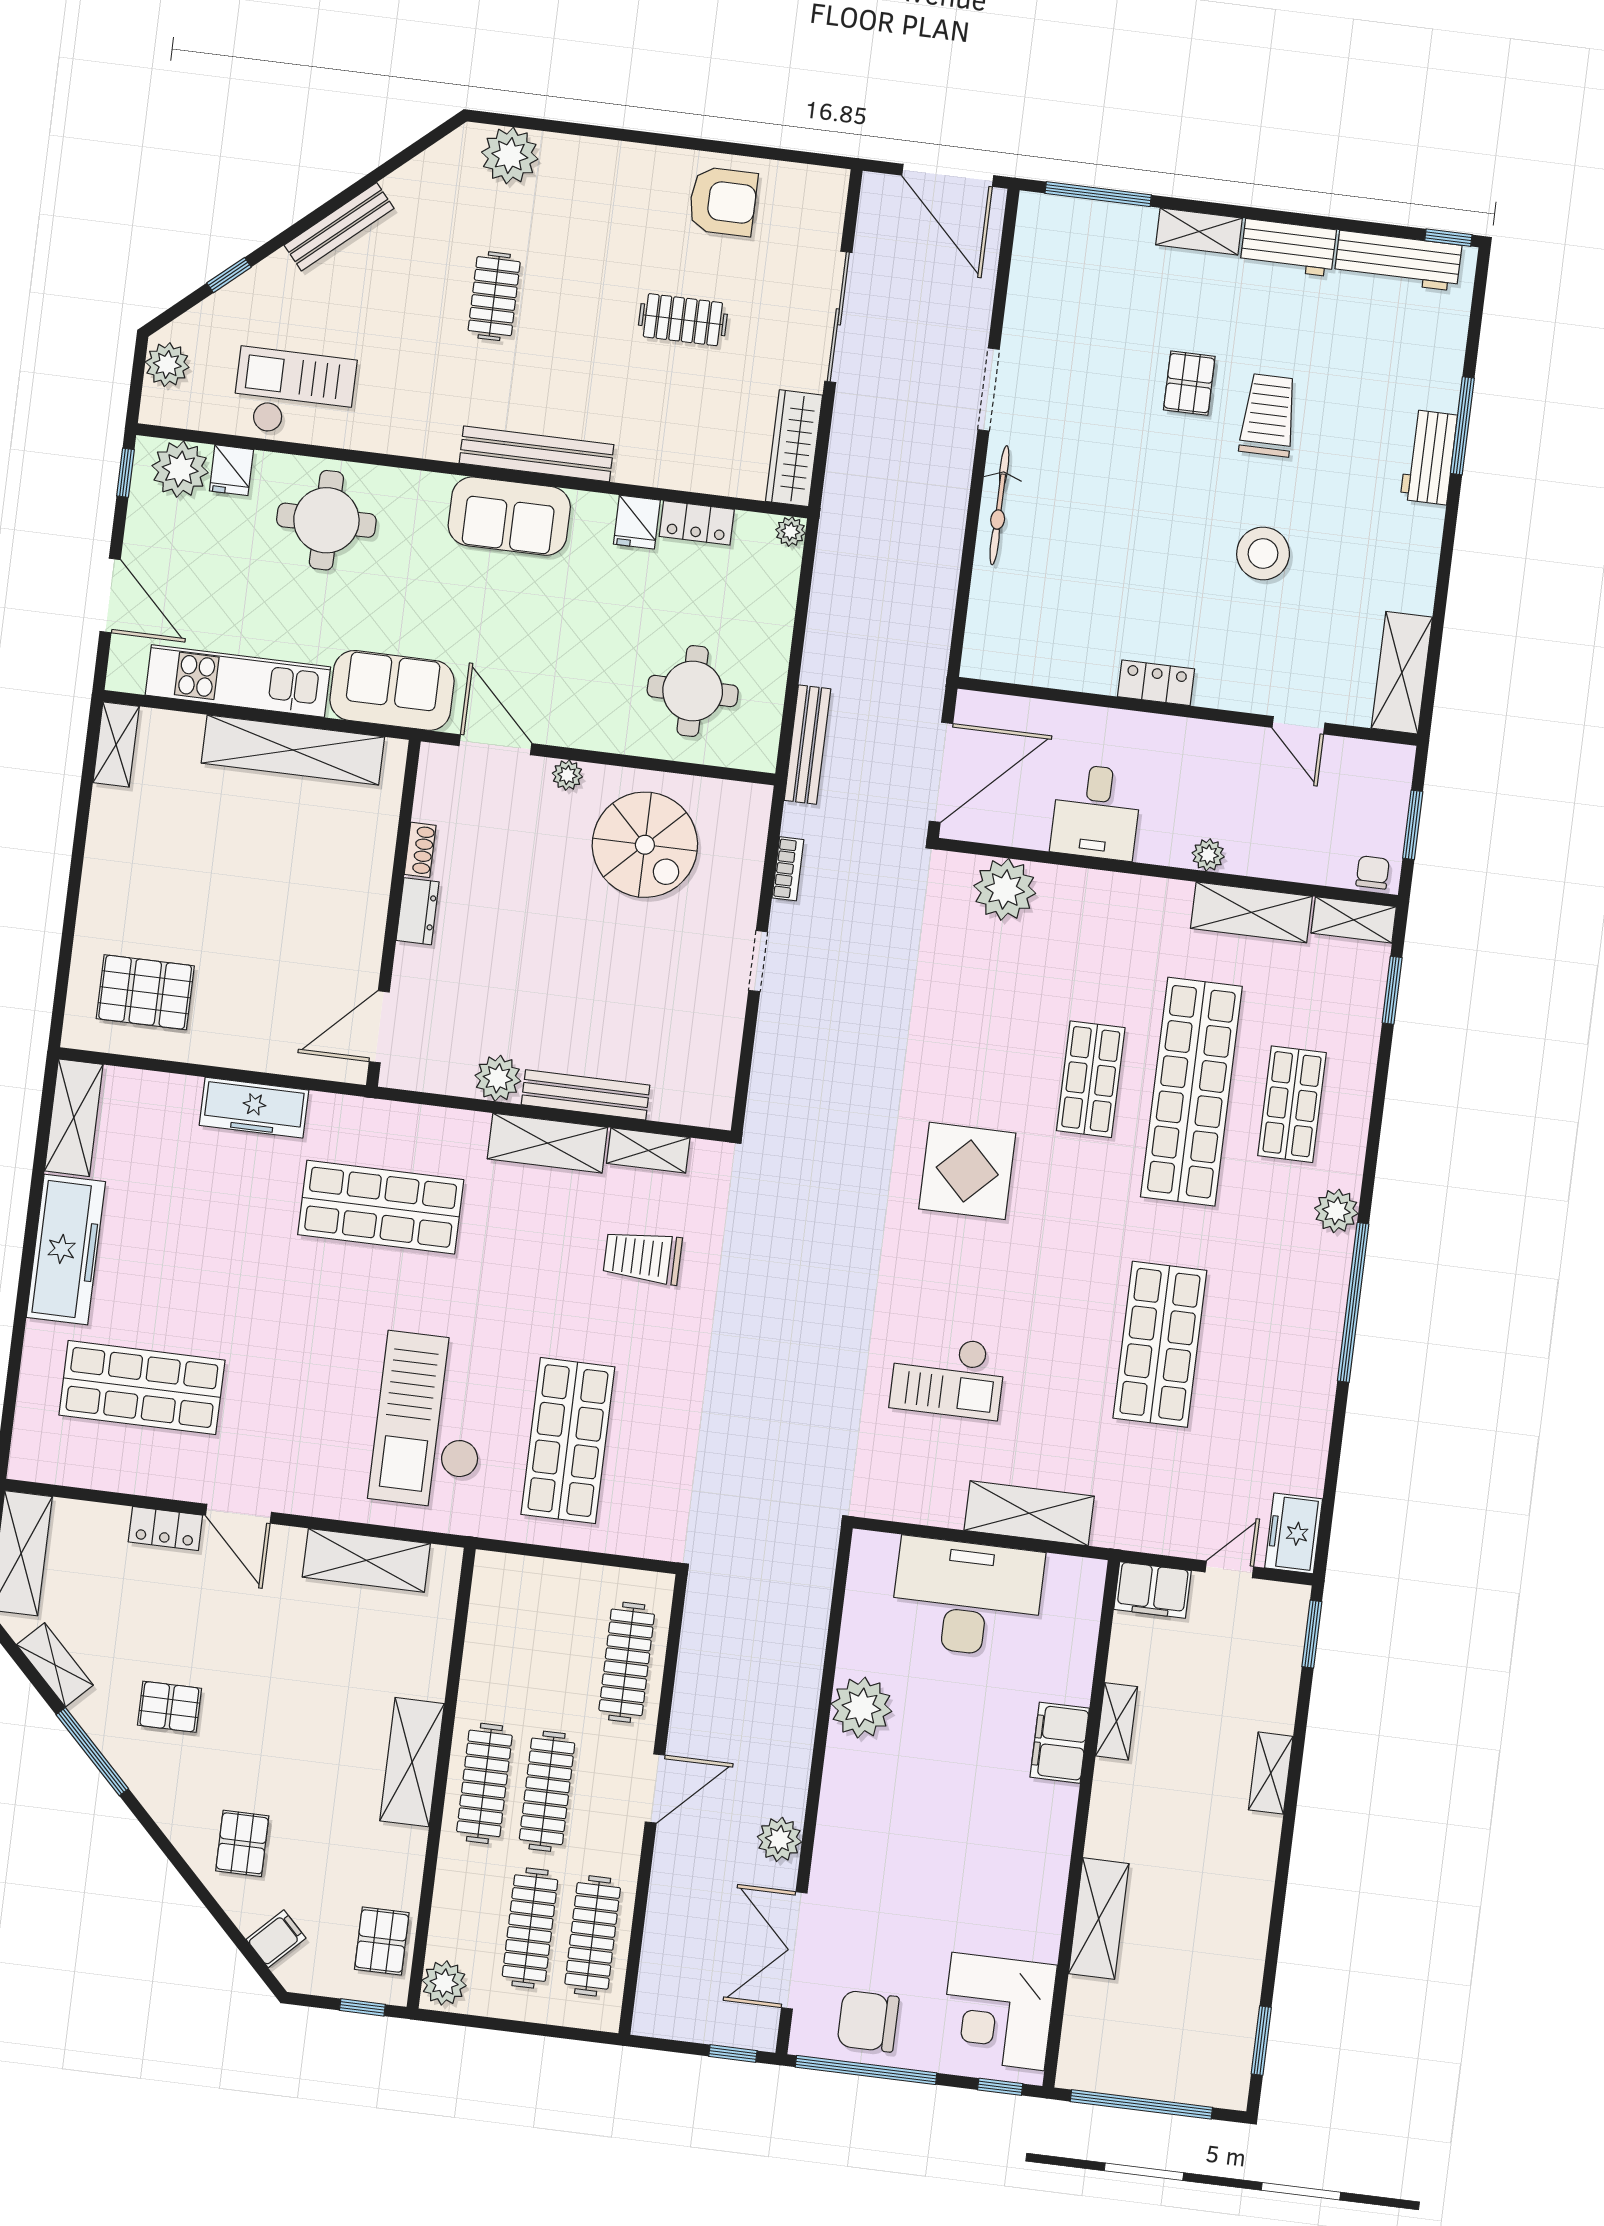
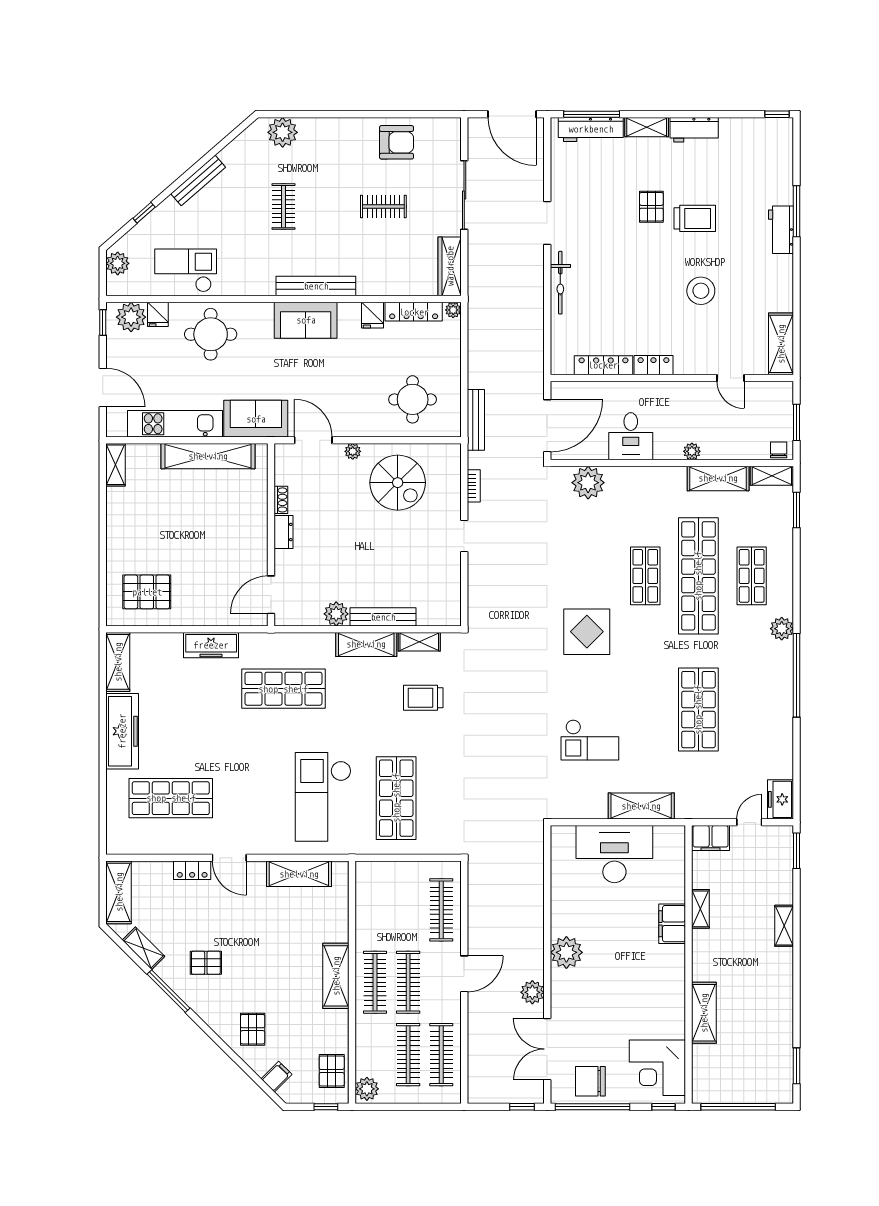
workbench: (1398, 261) -> (591, 129), moved
trolley: (1268, 415) -> (695, 218), turned 90
locker: (697, 523) -> (414, 312), width x1.53
locker: (1061, 671) -> (603, 365), added
plant: (861, 1708) -> (566, 952), moved

